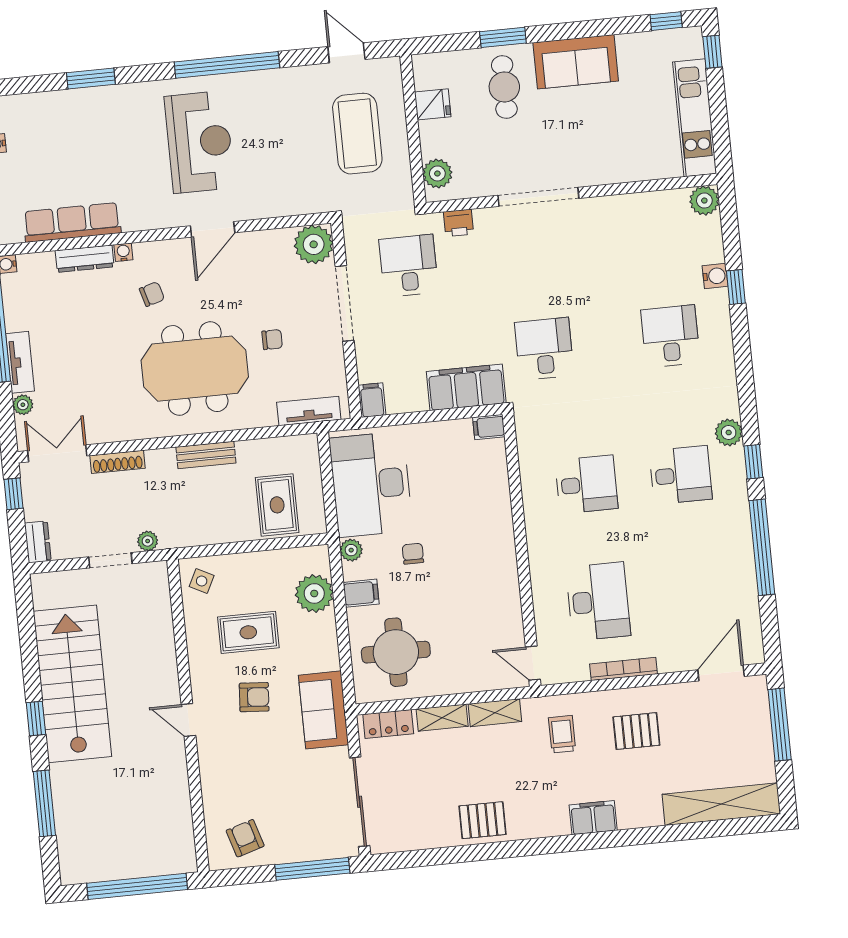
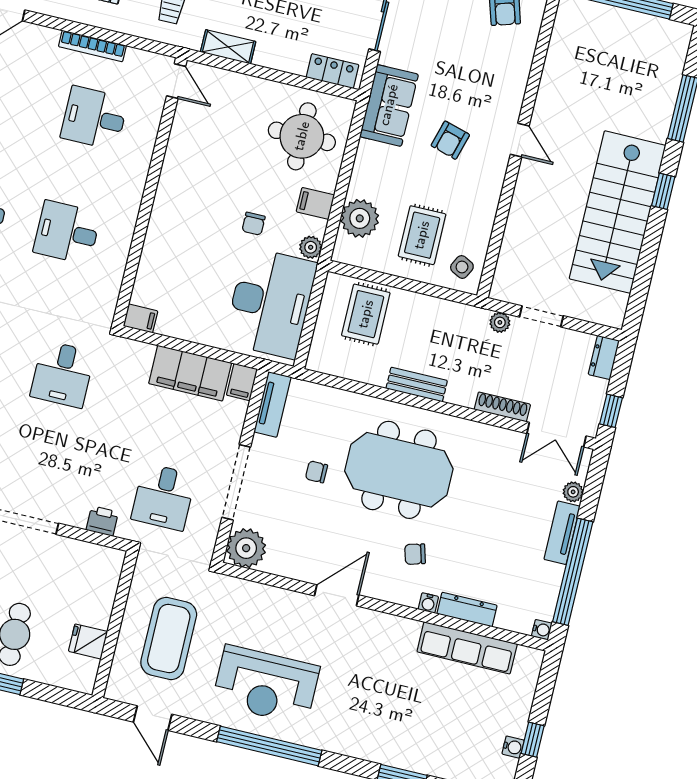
reception desk: (199, 142) -> (266, 685), moved, turned -90
plant: (437, 173) -> (106, 575), removed
filing cabinet: (466, 387) -> (190, 373), moved
tv unit: (309, 411) -> (272, 404), moved, turned -90
desk: (598, 601) -> (94, 118), width x0.73
rug: (248, 632) -> (422, 235), moved, turned 90
armchair: (254, 697) -> (450, 140), turned -78
shelving: (442, 718) -> (280, 59), removed

